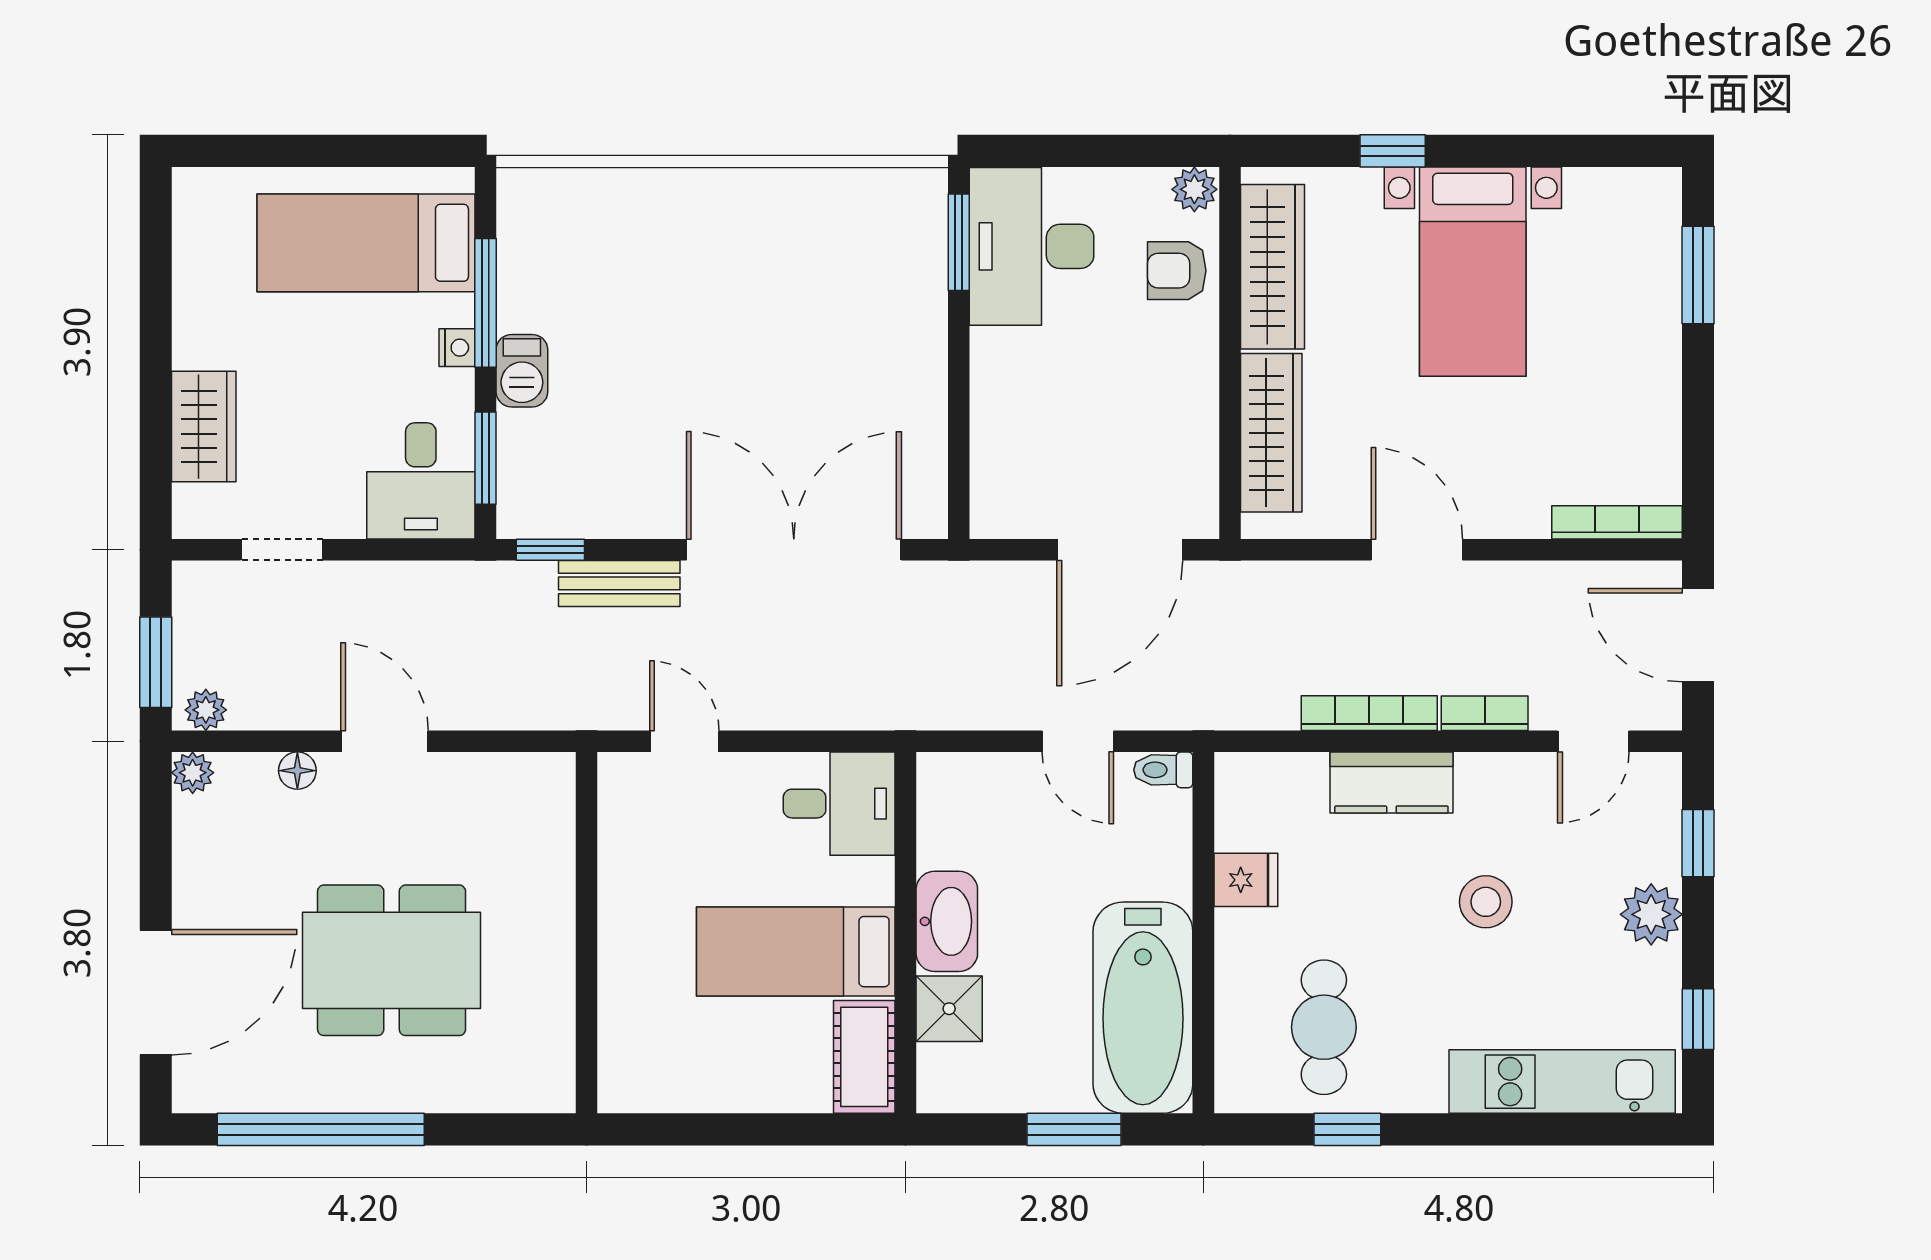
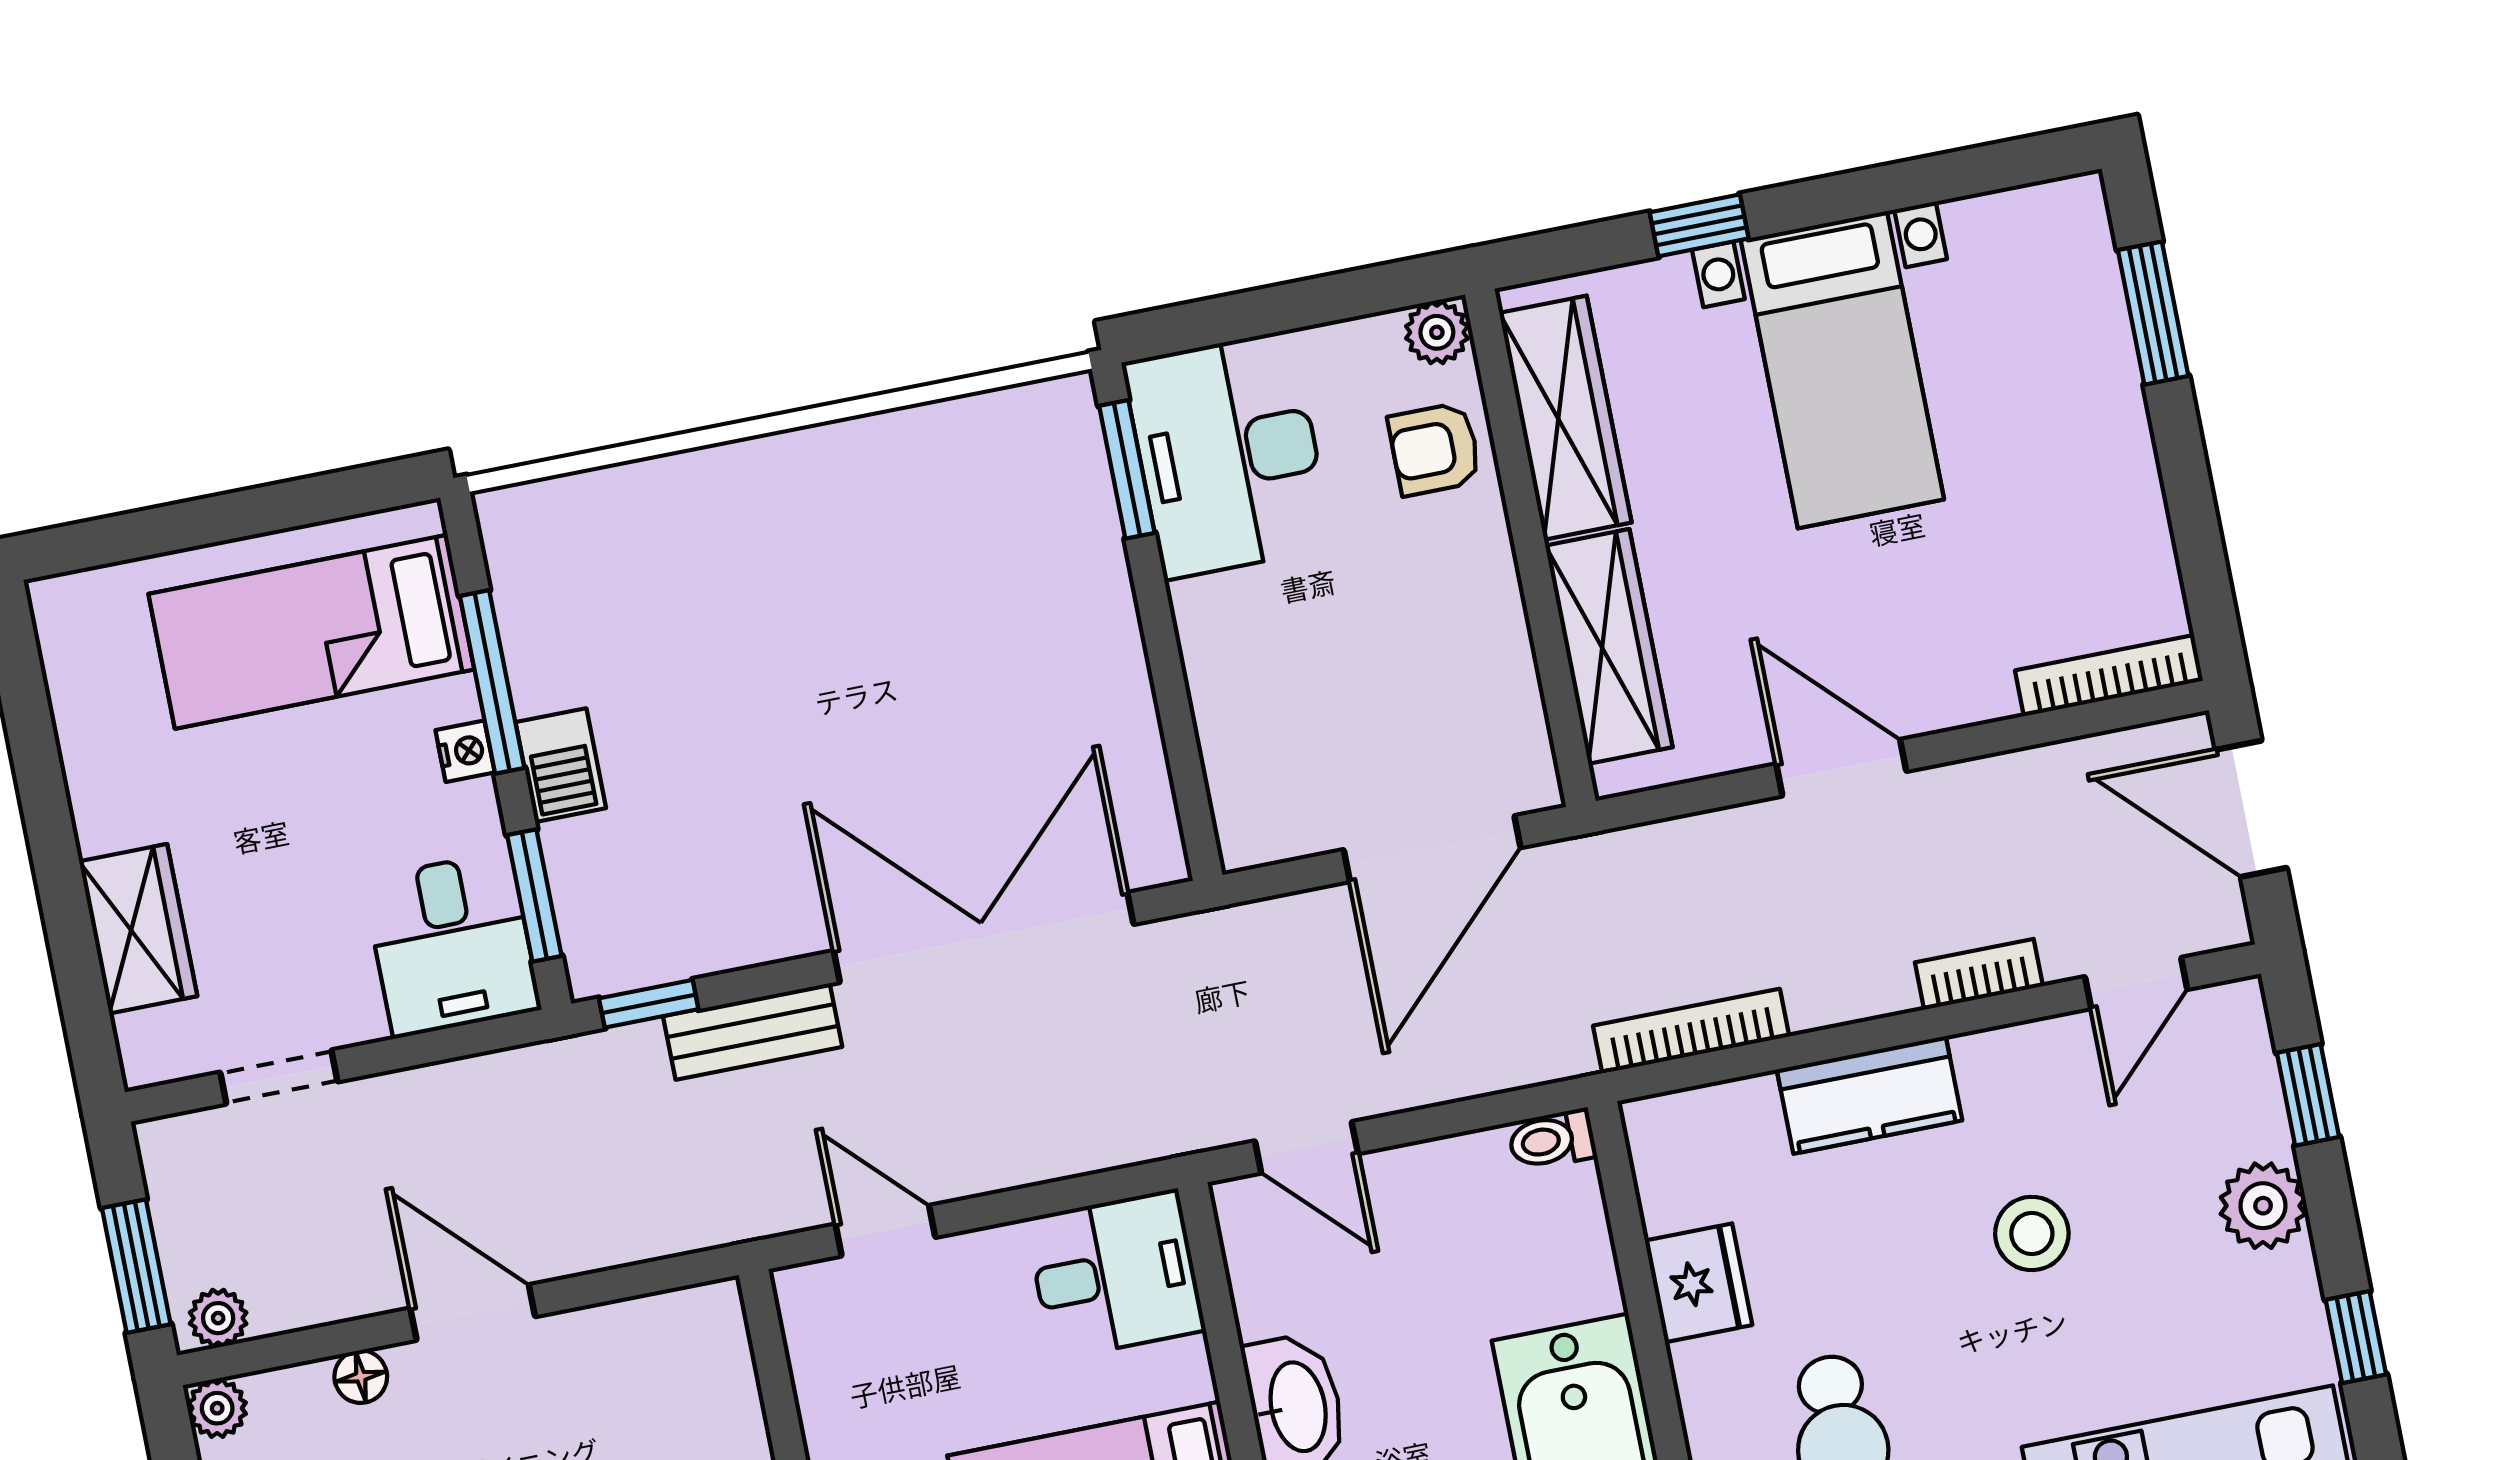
bookcase: (1369, 713) -> (1691, 1031), moved
door: (1078, 741) -> (1306, 1147), moved
fridge: (1246, 880) -> (1699, 1283), width x1.38

